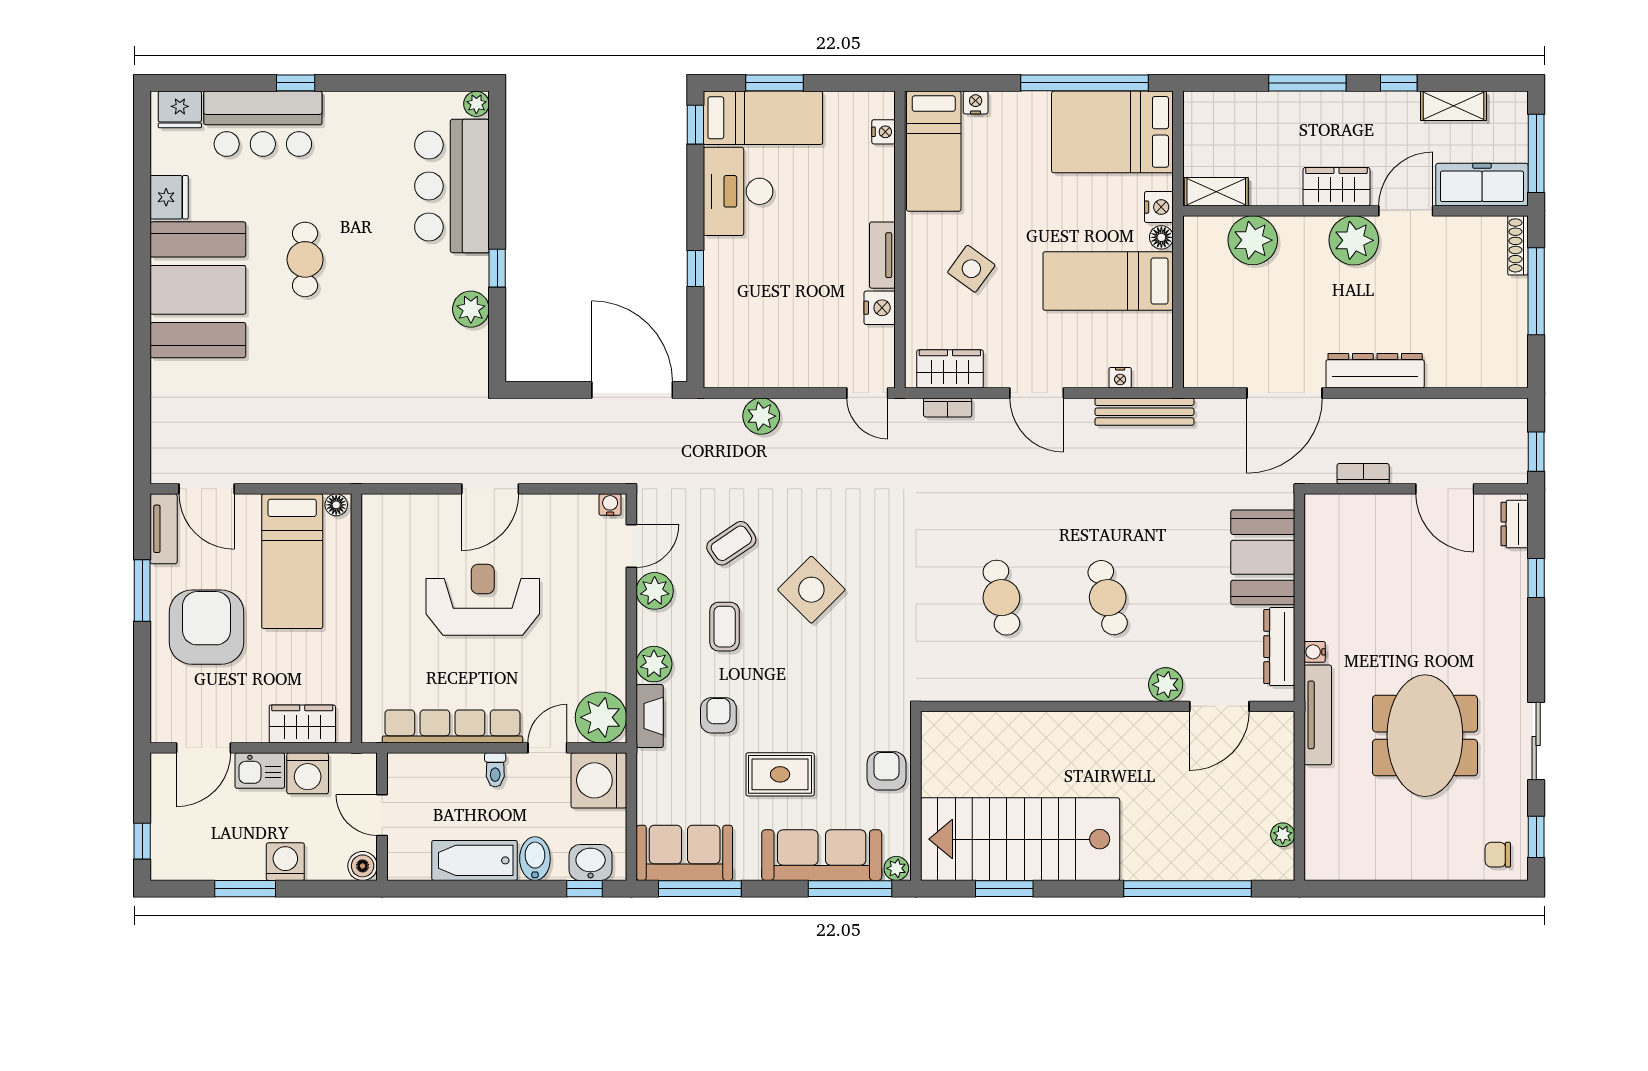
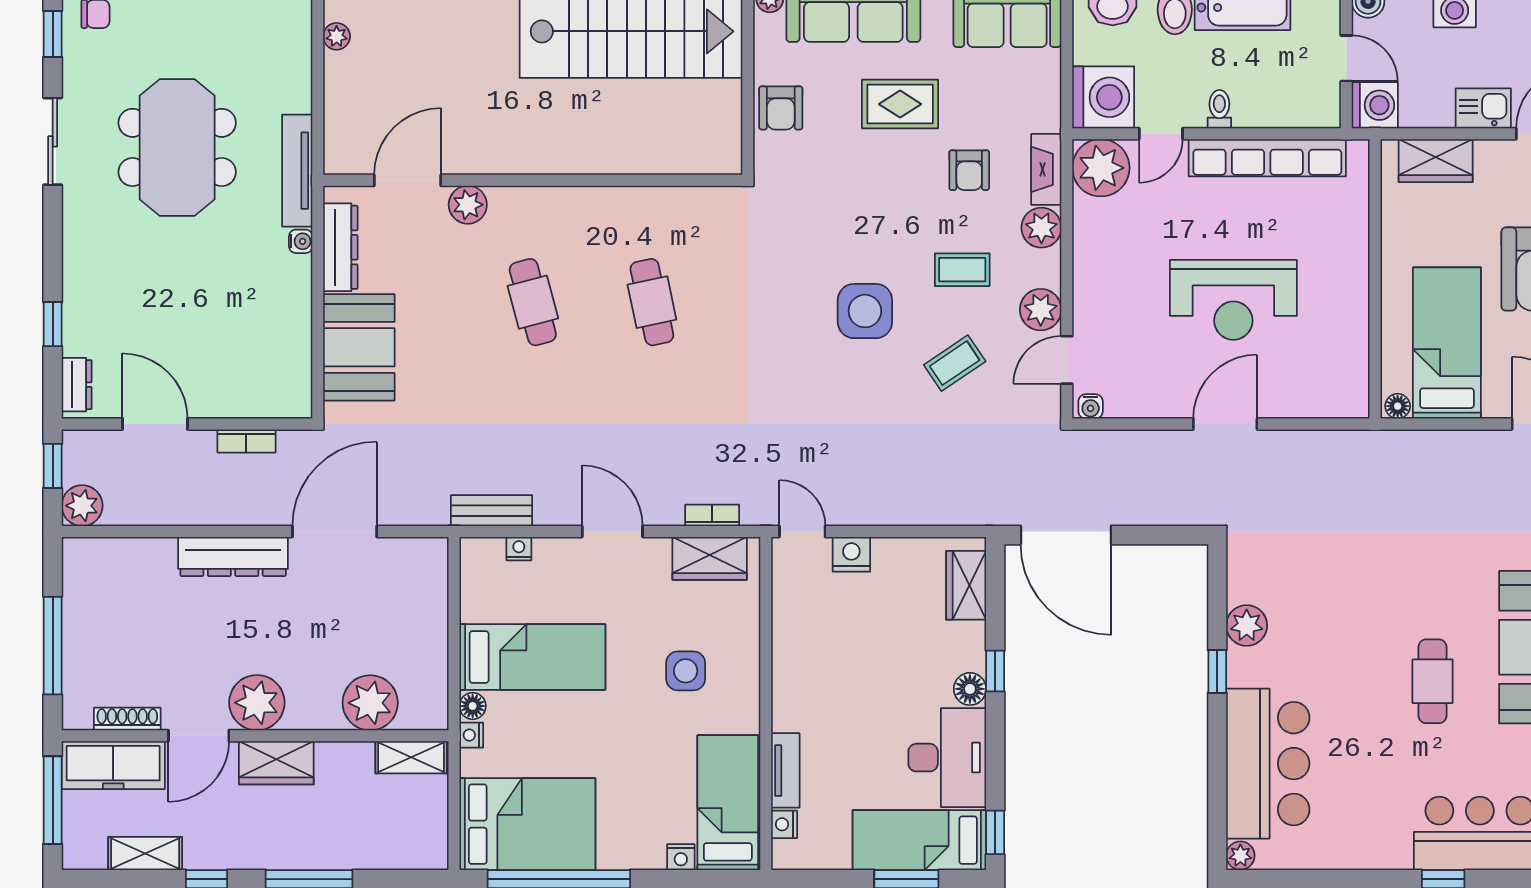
nightstand: (1159, 207) -> (471, 735), width x0.72, depth x0.74
shoe rack: (1518, 245) -> (127, 719), moved, turned -90
floor lamp: (718, 253) -> (970, 689), added
tv unit: (882, 255) -> (785, 770), moved
side table: (971, 269) -> (686, 671), turned -36
nightstand: (880, 308) -> (851, 554), moved, turned 90
wardrobe: (721, 345) -> (966, 585), added
bench: (1144, 412) -> (492, 511), width x0.73
plant: (761, 416) -> (82, 506), moved
side table: (811, 590) -> (865, 311), turned 45
coffee table: (725, 627) -> (962, 270), turned 90
washing machine: (308, 773) -> (1375, 105), moved, turned 90

